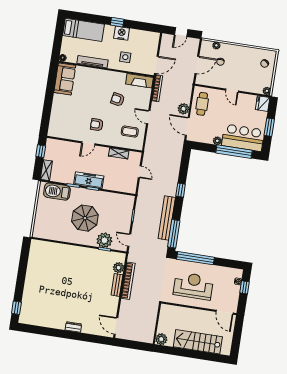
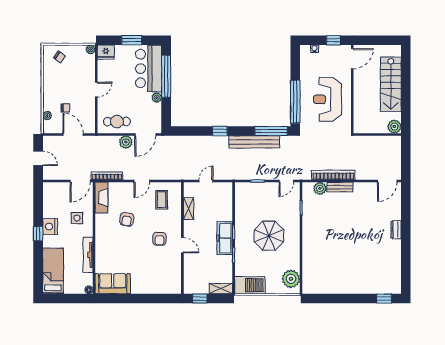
door: (156, 65) -> (80, 181), swing flipped
barbecue: (57, 192) -> (250, 285), moved, turned -90
plant: (104, 240) -> (291, 279), moved
window: (245, 287) -> (333, 40), moved

